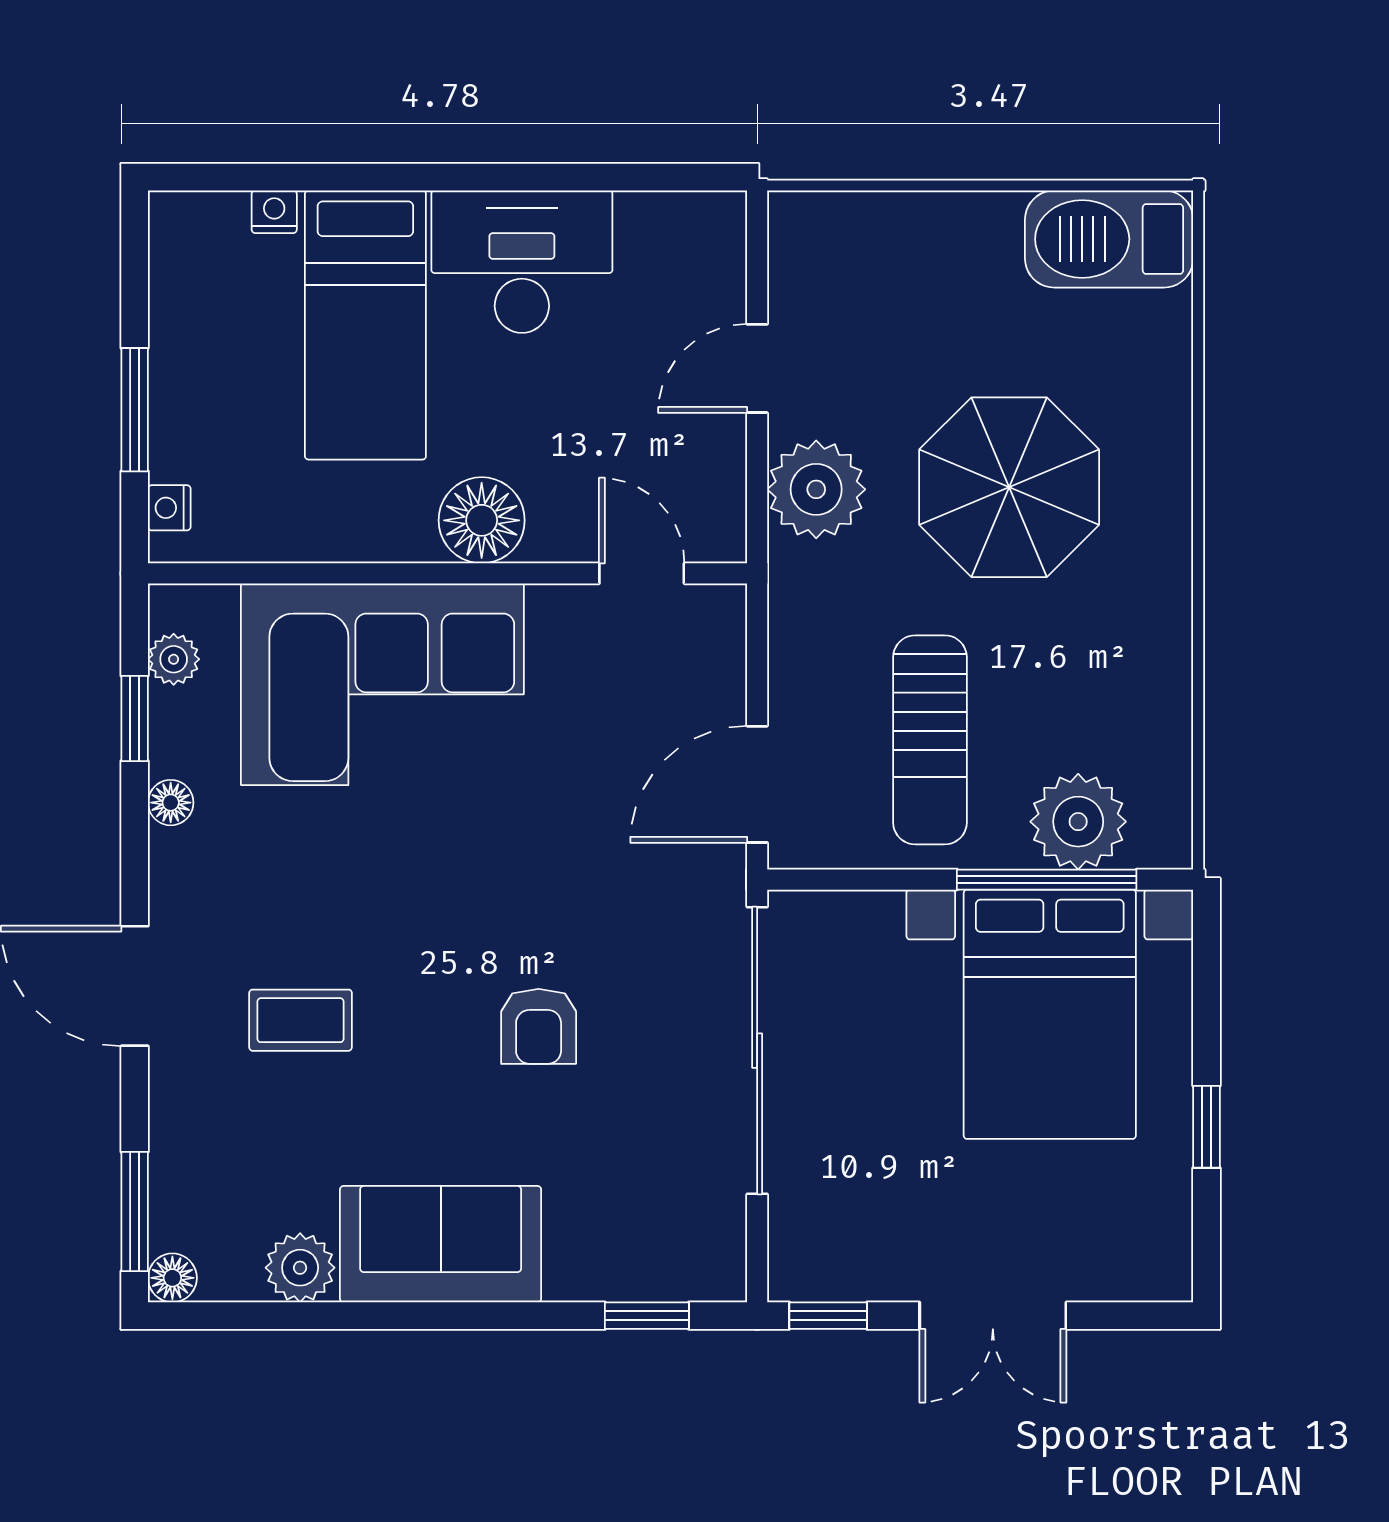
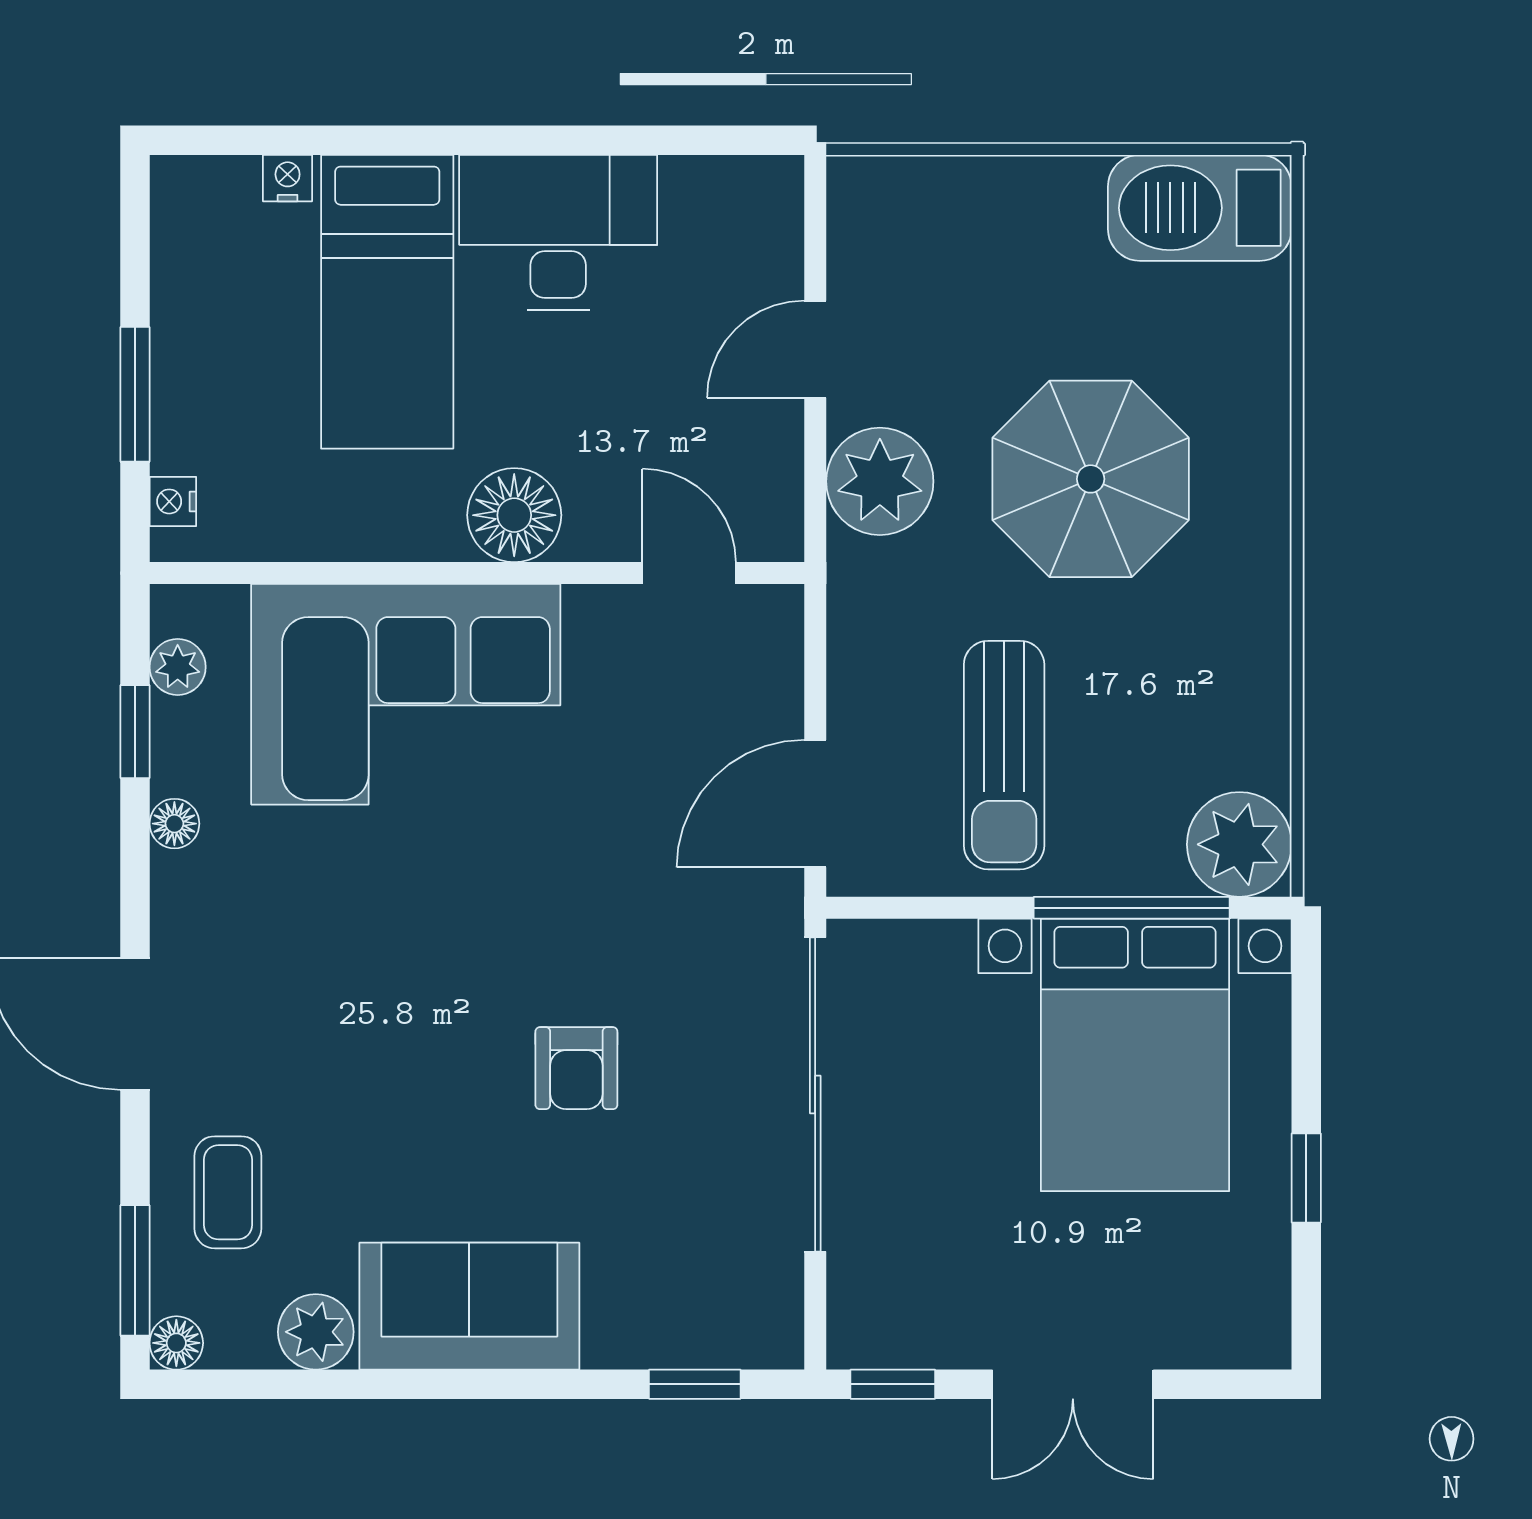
plant: (1078, 822) -> (1239, 844), moved
coffee table: (301, 1020) -> (228, 1192), moved, turned 90

